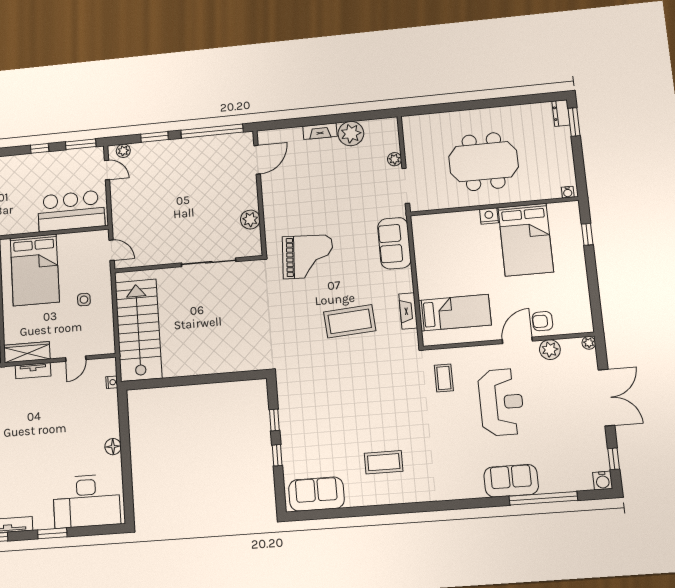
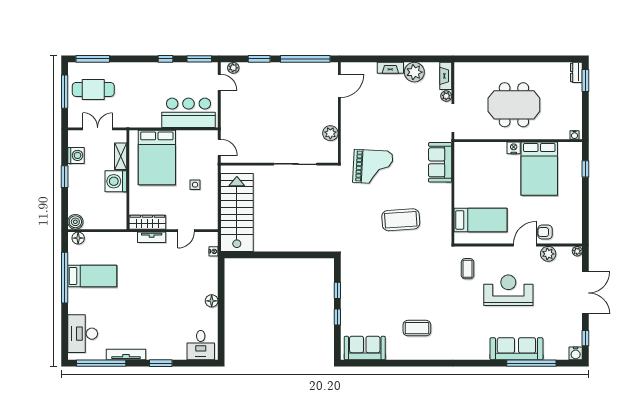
fireplace: (408, 311) -> (446, 76), moved
reception desk: (501, 402) -> (508, 290), turned -90
sofa: (511, 481) -> (516, 349), width x1.36
desk: (87, 501) -> (201, 345), width x0.53, depth x0.77

